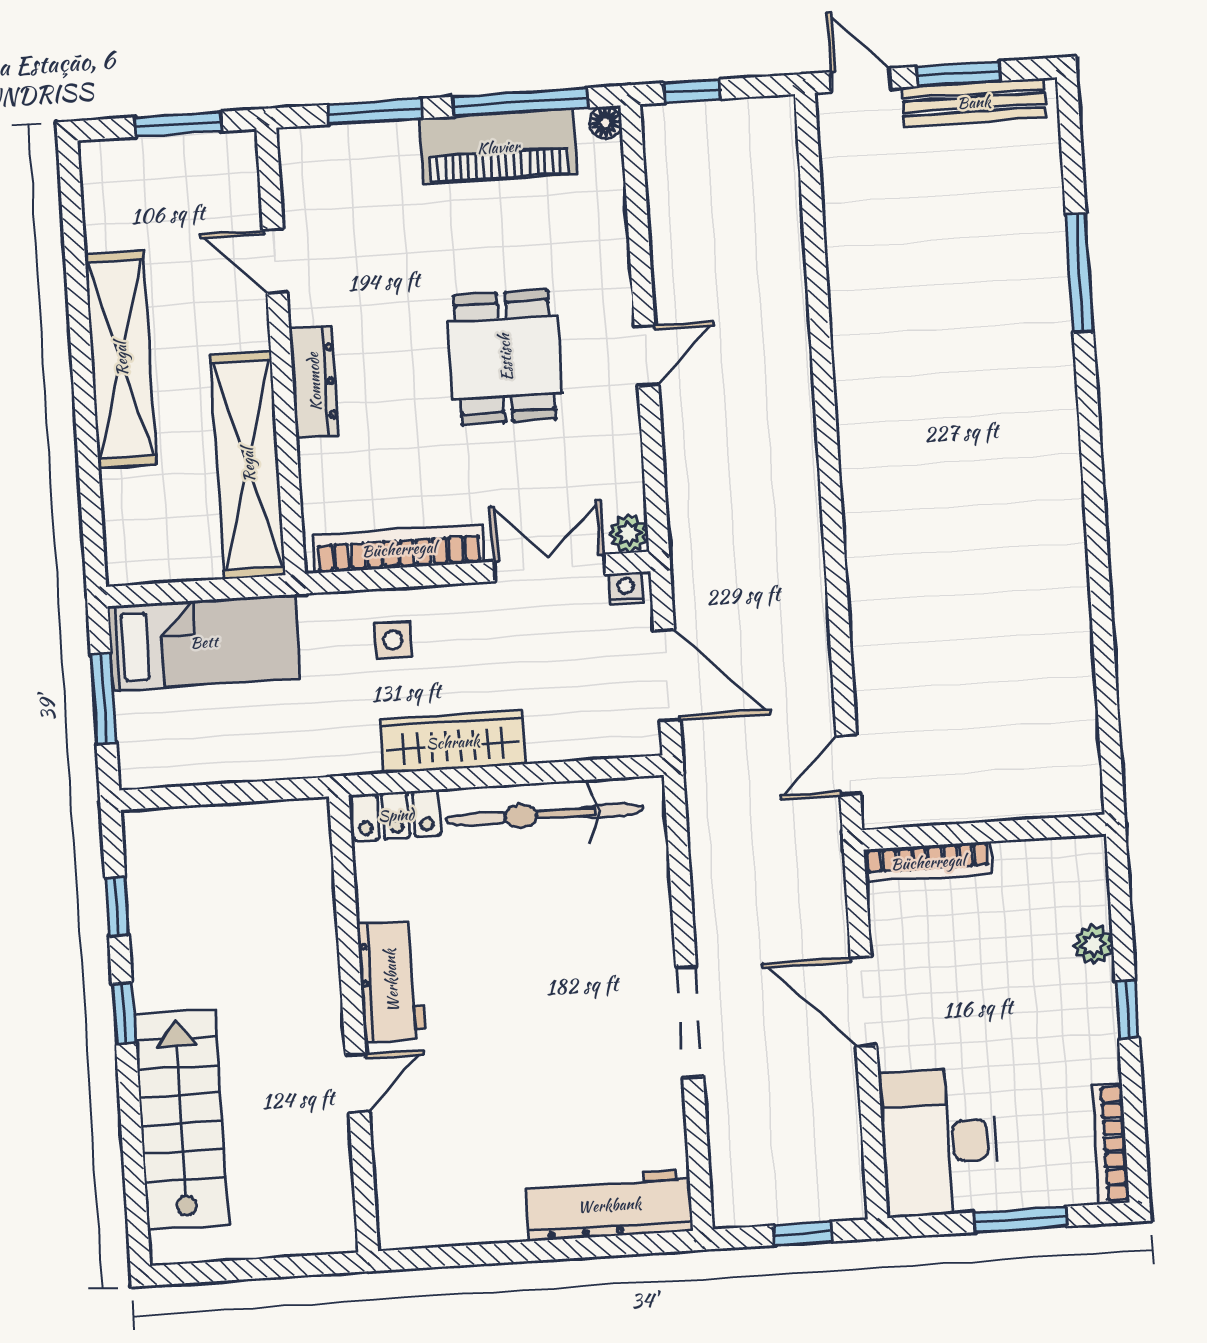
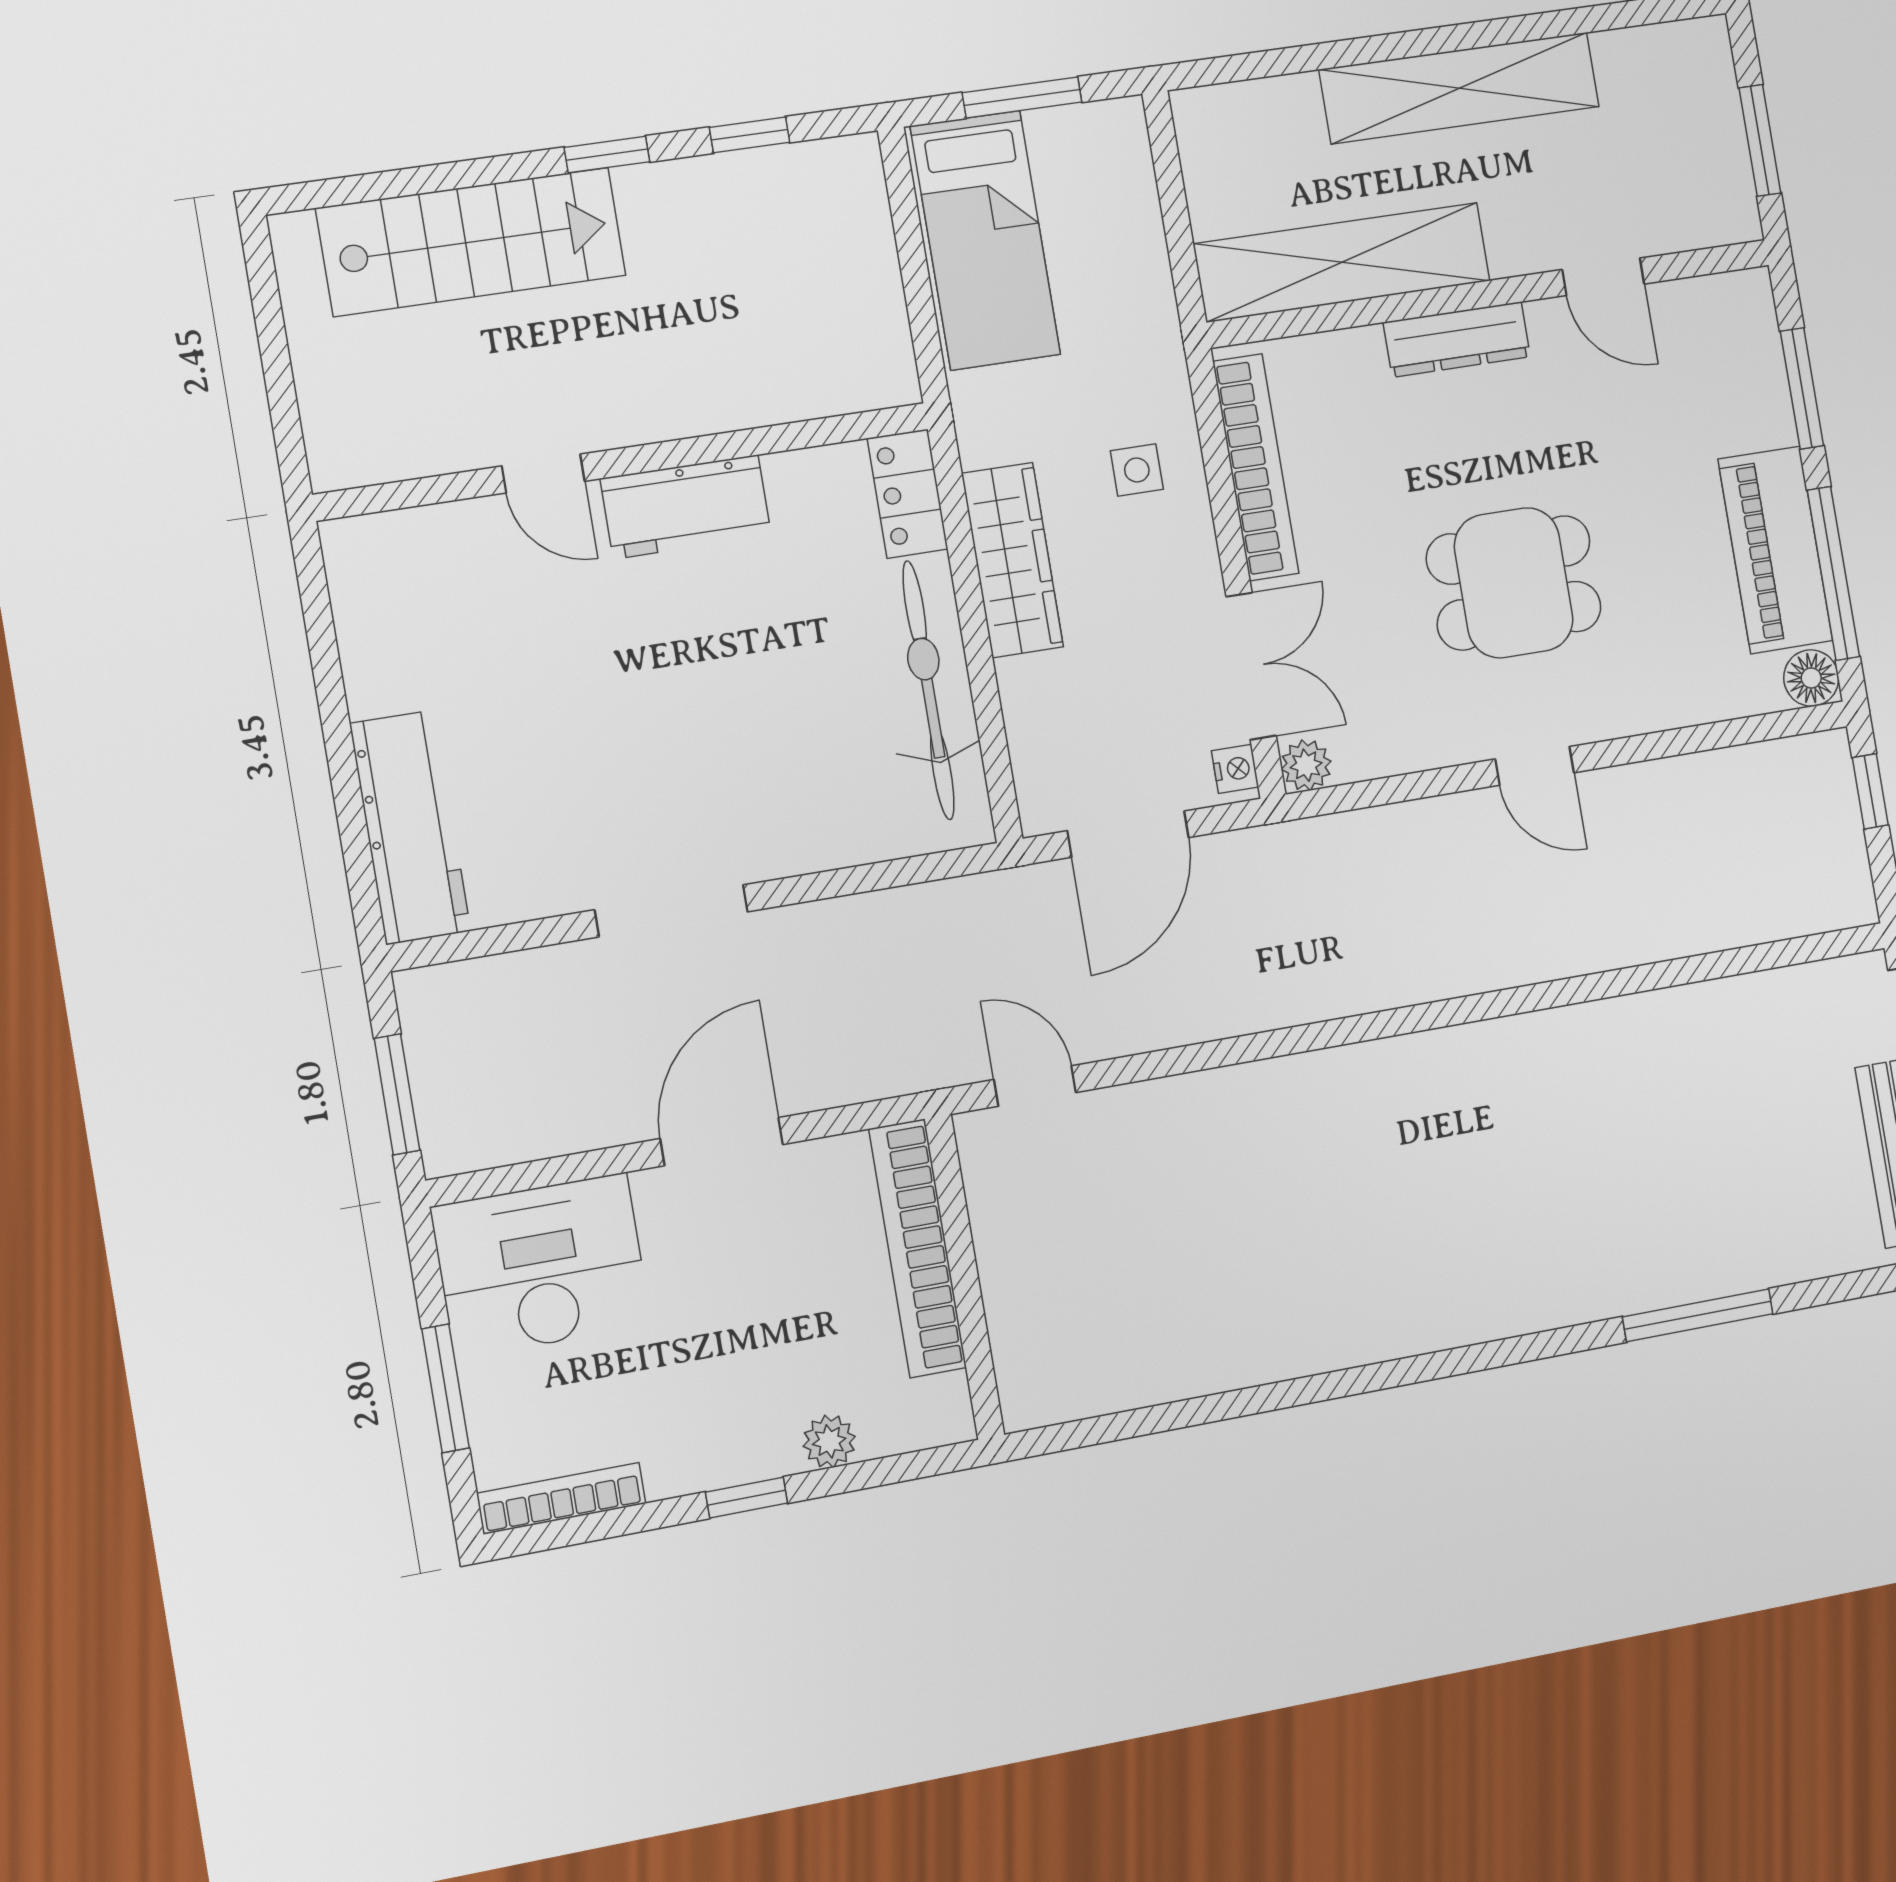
floor lamp: (605, 123) -> (1811, 678), width x1.37, depth x1.37
door: (275, 261) -> (1603, 277), swing flipped
bed: (204, 642) -> (985, 240), moved
bookcase: (928, 862) -> (918, 1248), width x1.48, depth x1.31
window: (803, 1233) -> (397, 1094), width x1.50

